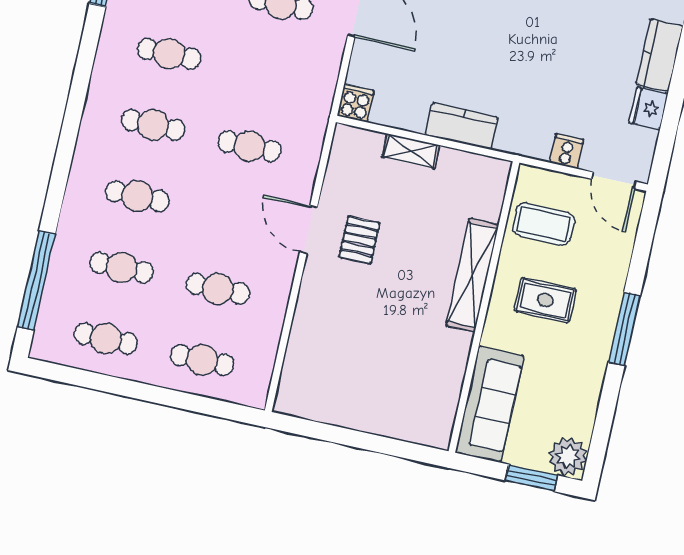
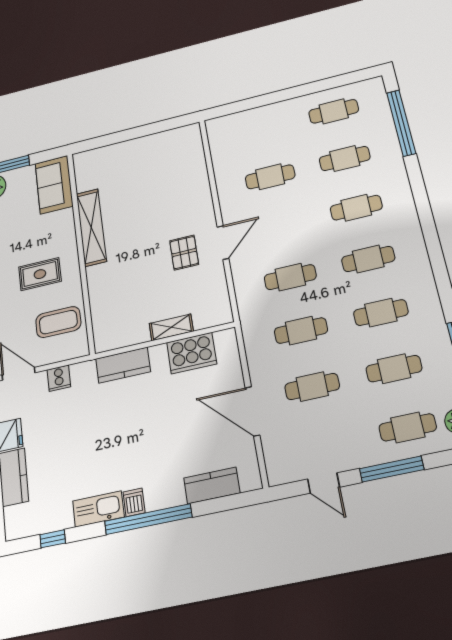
cooker: (356, 103) -> (192, 353), moved, width x1.87, depth x1.31
kitchen counter: (462, 126) -> (123, 365), moved
door: (308, 230) -> (223, 243), hinge flipped
shelving: (472, 275) -> (91, 227), moved
cafe table: (202, 360) -> (301, 331), moved
sofa: (490, 404) -> (54, 185), width x0.73

